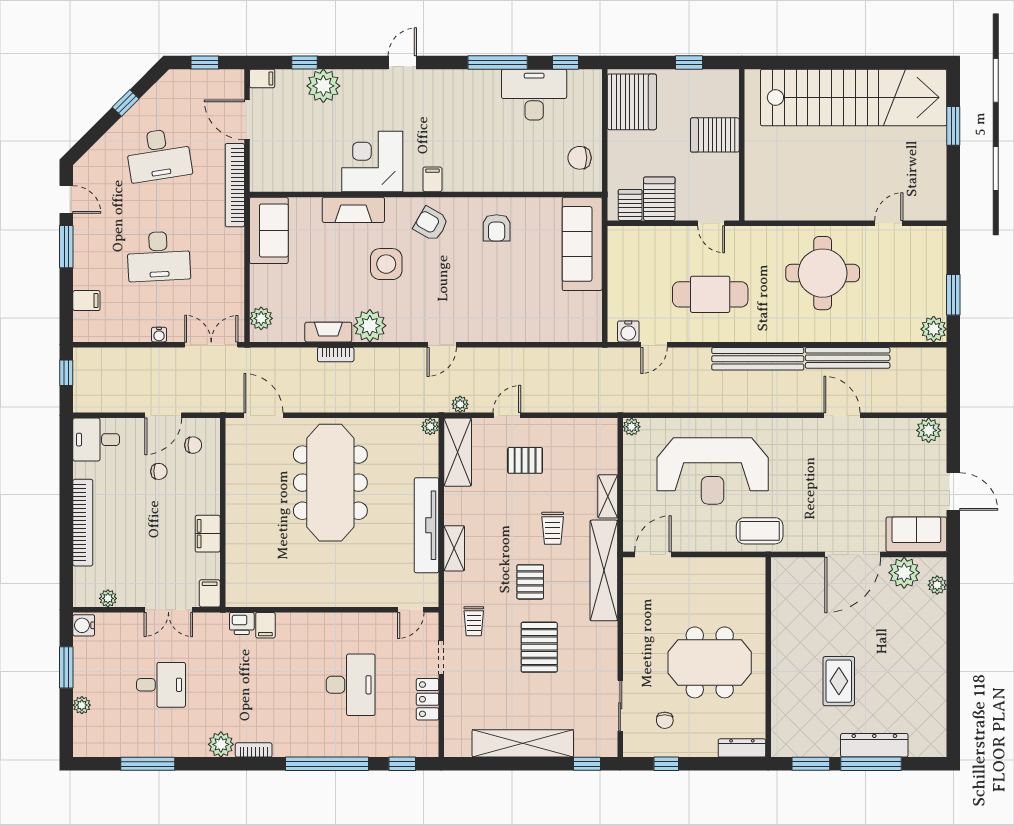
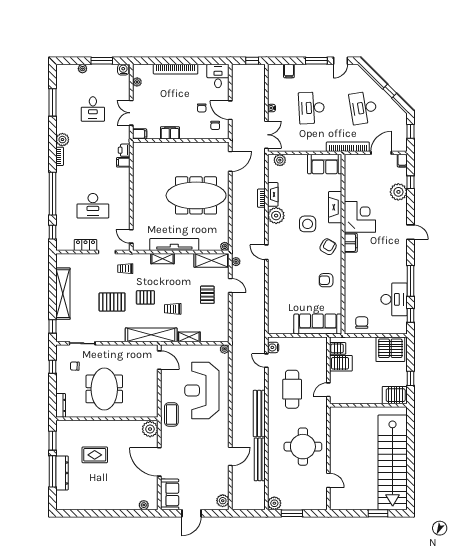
server rack: (715, 135) -> (395, 395), moved, turned -90
filing cabinet: (432, 179) -> (351, 243), width x2.00
plant: (904, 573) -> (150, 429), moved

